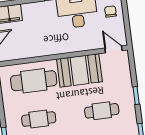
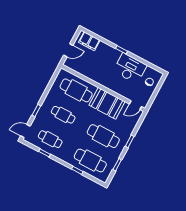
door: (113, 49) -> (135, 105), swing flipped
cafe table: (102, 111) -> (103, 136), width x1.37, depth x1.35

